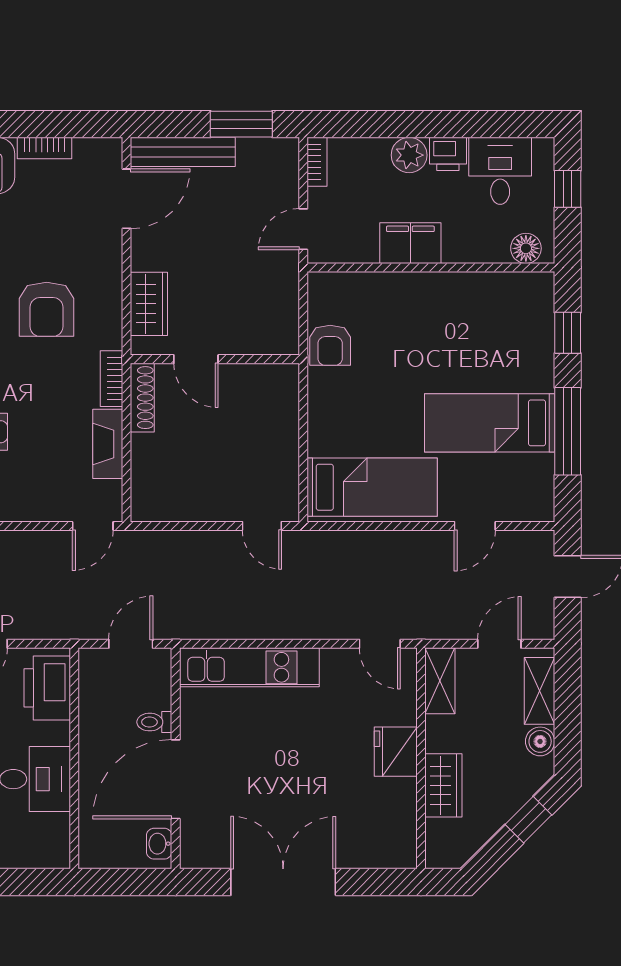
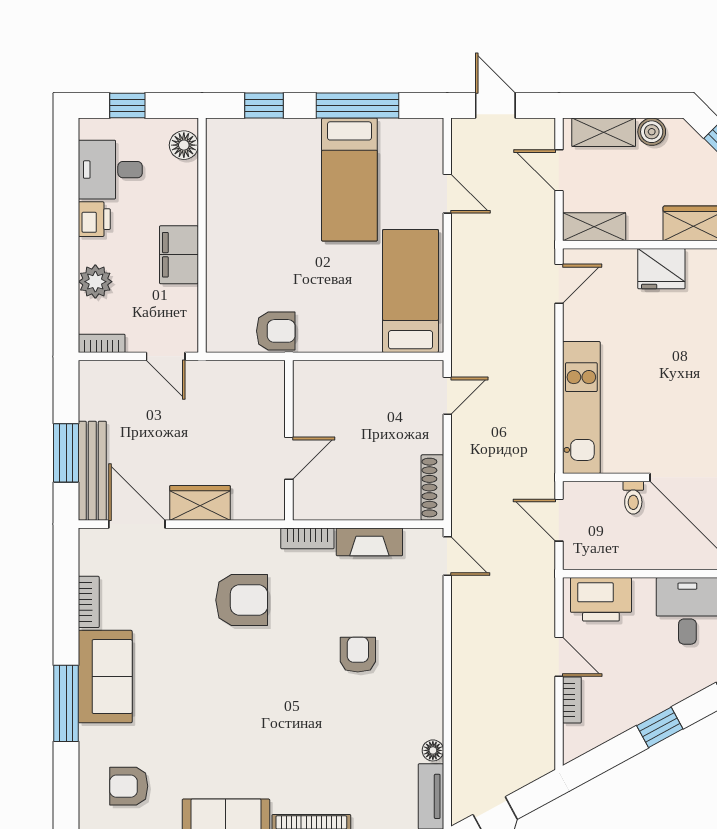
window: (241, 124) -> (66, 453), moved
plant: (409, 155) -> (95, 282), moved
wardrobe: (149, 304) -> (200, 503), moved
shoe rack: (142, 398) -> (432, 488), moved, turned -90

